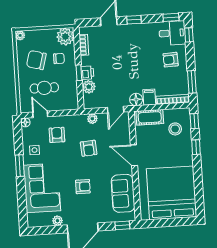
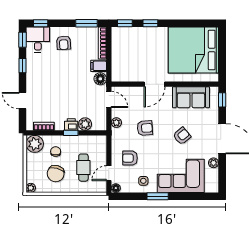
window: (134, 20) -> (22, 66), moved
cot: (150, 117) -> (118, 67), removed
stool: (175, 129) -> (131, 43), removed
armchair: (83, 187) -> (182, 136), turned 50

